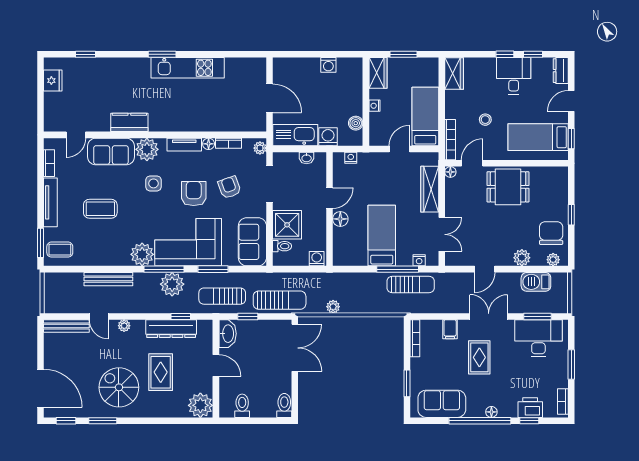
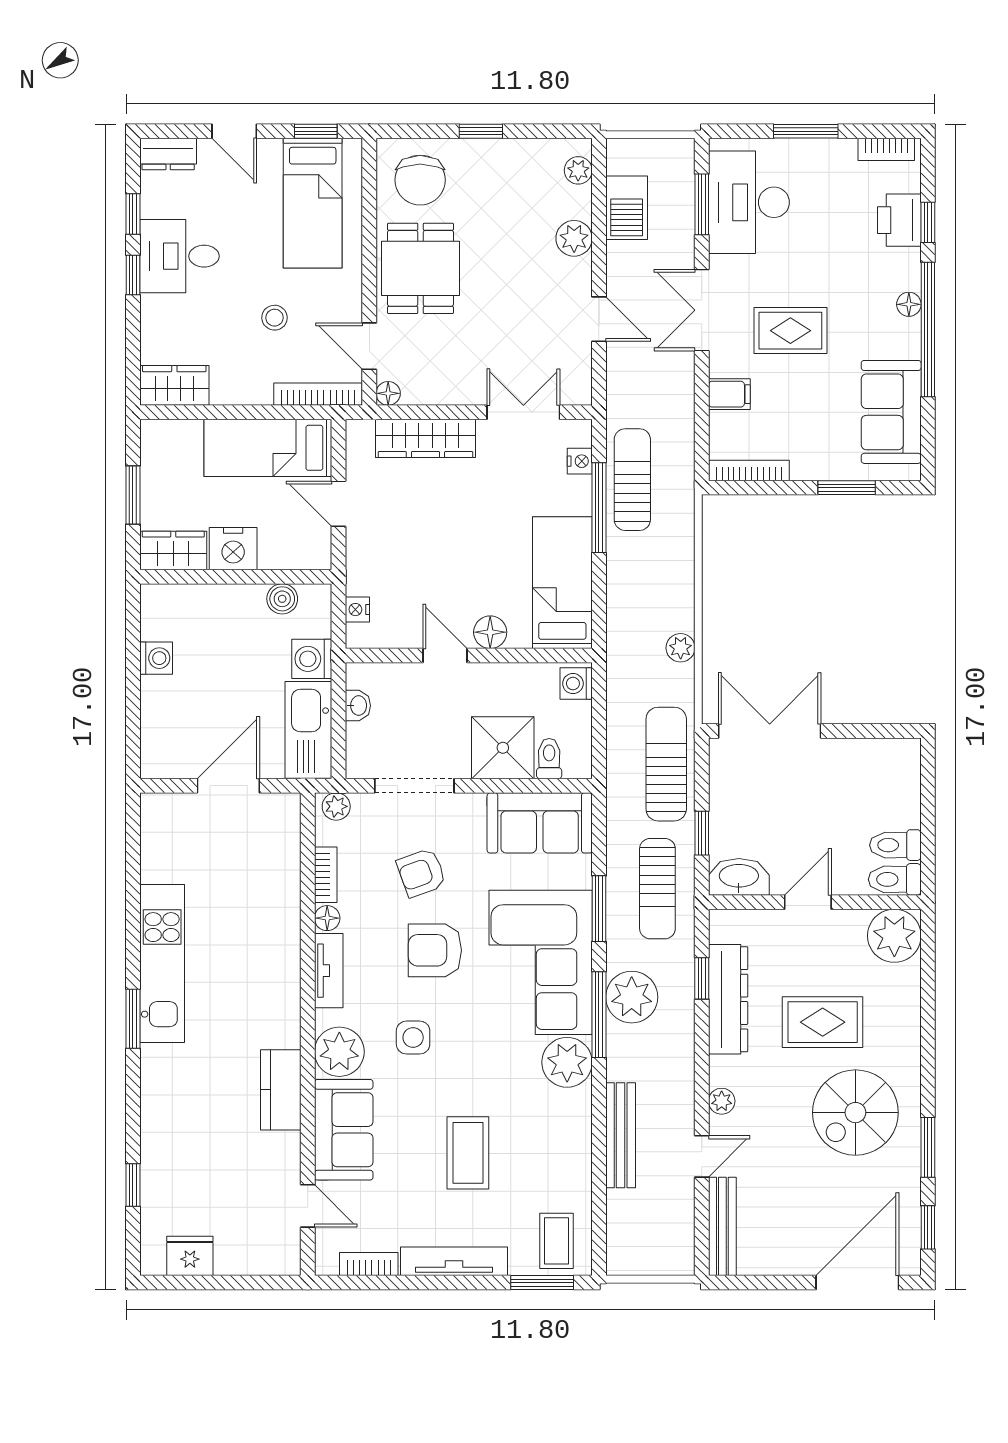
nightstand: (374, 106) -> (233, 549), width x1.89, depth x1.79
chair: (551, 233) -> (420, 180), moved, turned -90
bed: (382, 236) -> (562, 583), moved, turned 90
toilet: (284, 405) -> (895, 879), moved

